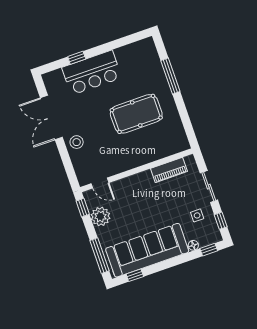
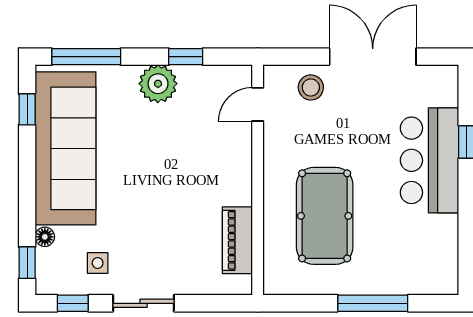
wall: (136, 170) -> (258, 180), moved
piano: (169, 170) -> (237, 240), moved
door: (100, 183) -> (258, 104), moved

